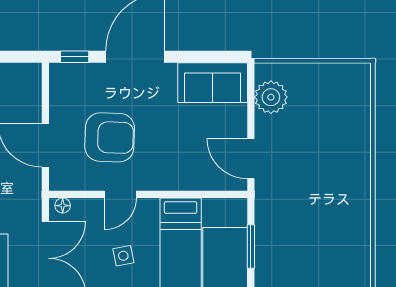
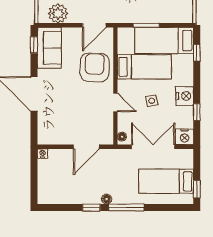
window: (75, 57) -> (34, 45), moved
nightstand: (34, 71) -> (43, 154), added
armchair: (110, 137) -> (95, 67), moved

